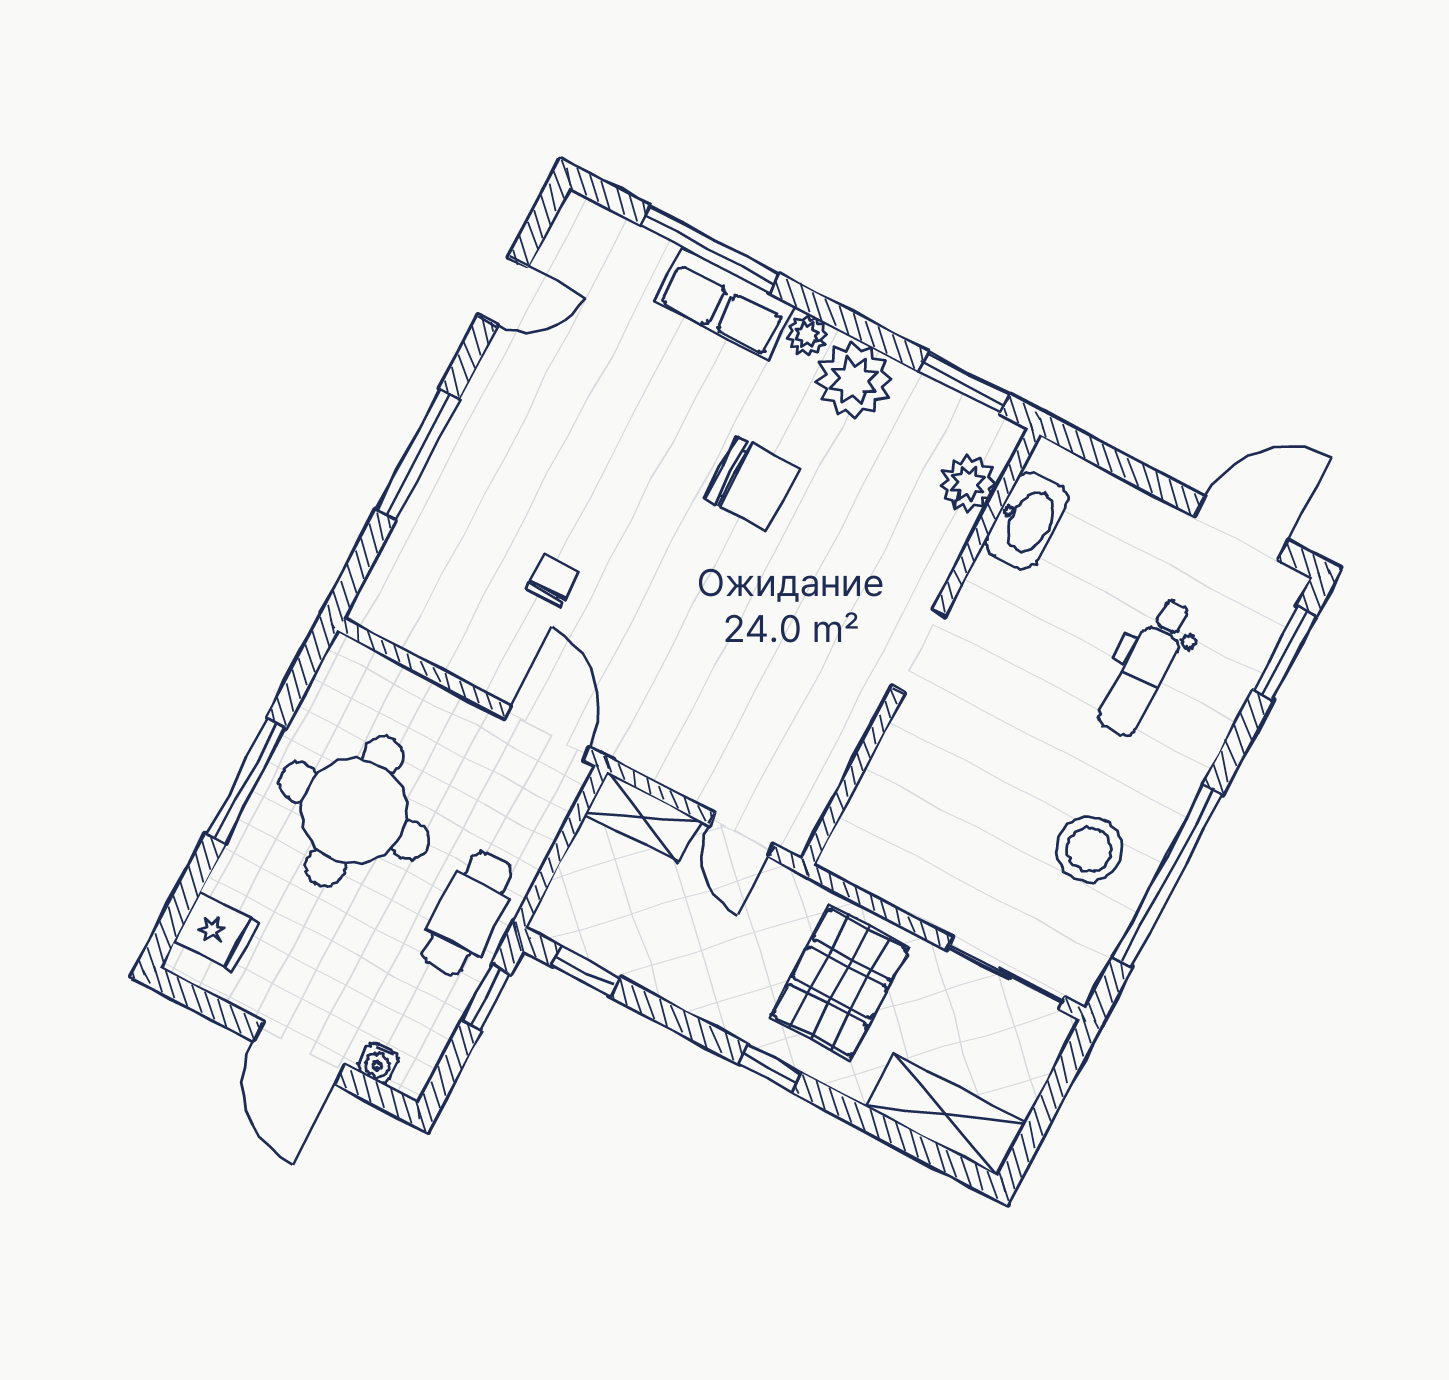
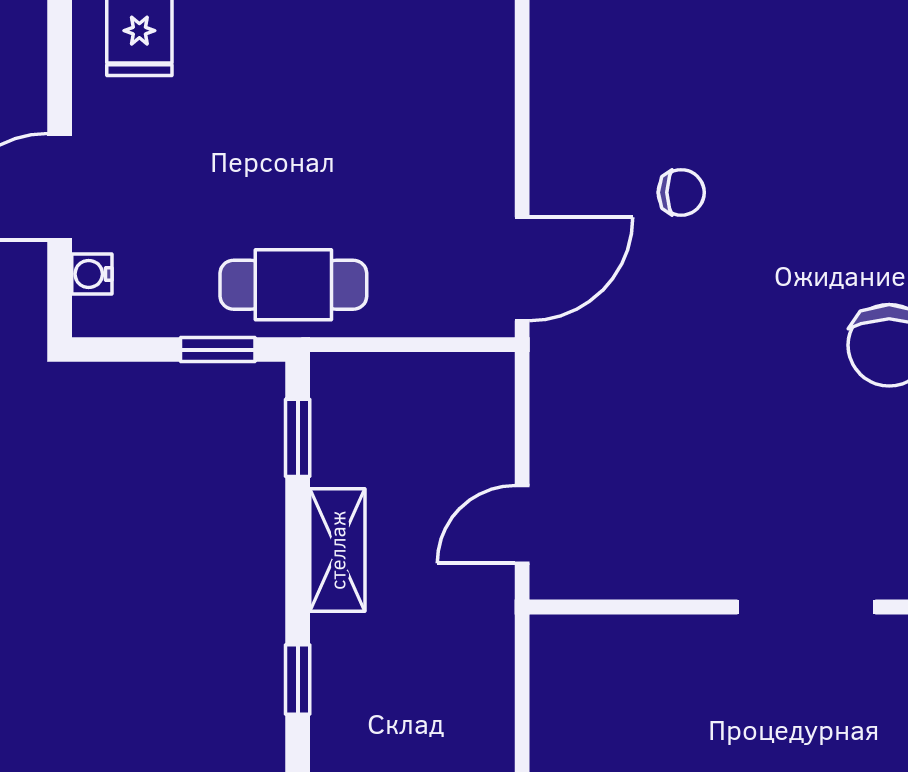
doorway: (919, 651) -> (806, 607), width x1.38
round table: (354, 811) -> (338, 113), removed
shelving: (643, 817) -> (337, 550), moved
pallet: (840, 982) -> (424, 705), removed

